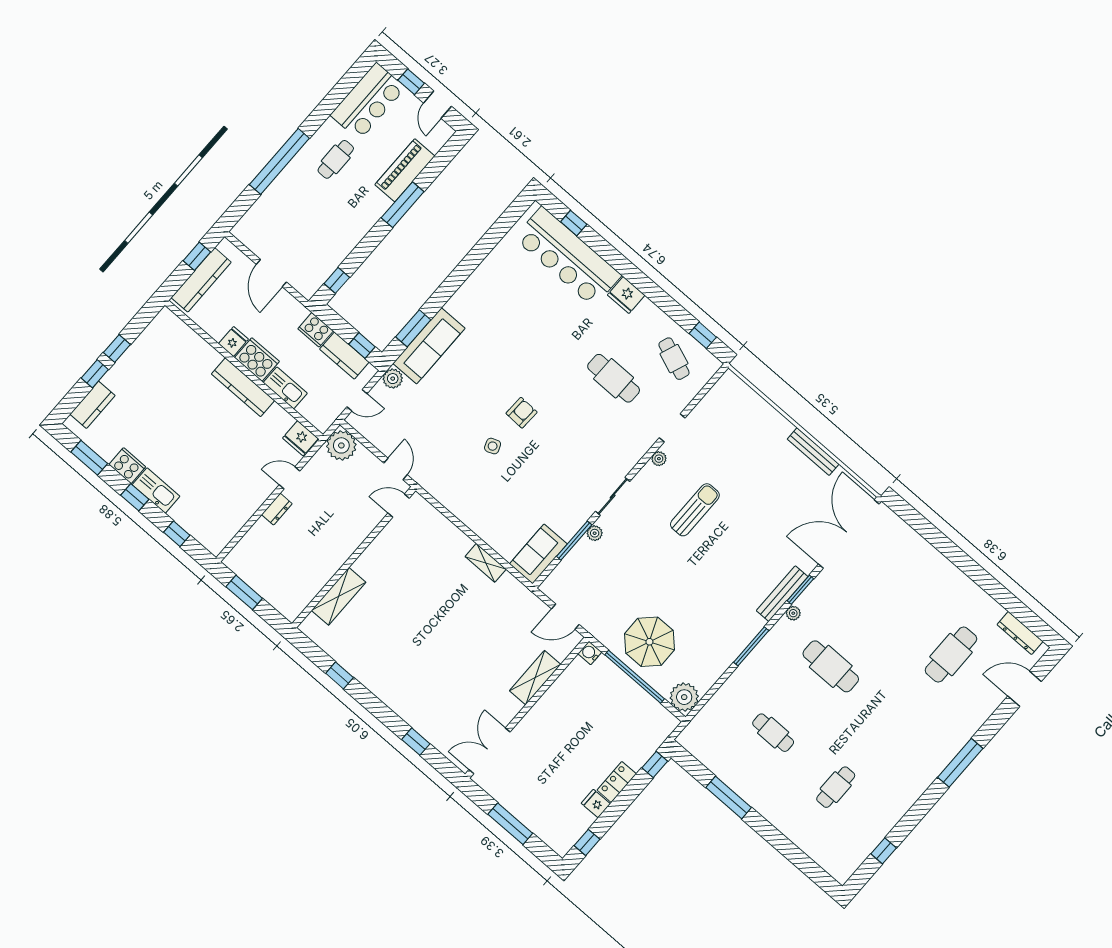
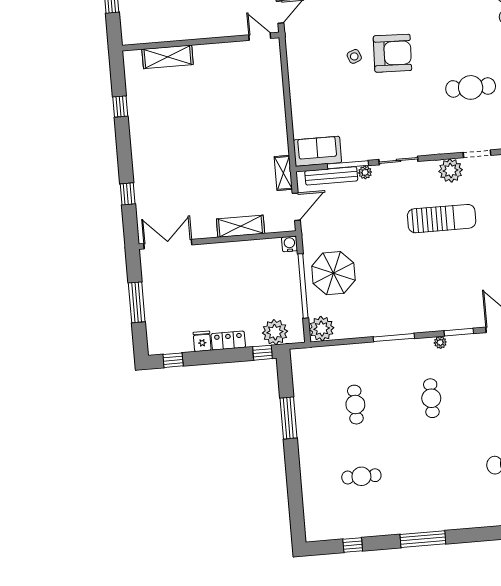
cafe table: (614, 378) -> (471, 87), turned 90
armchair: (522, 413) -> (392, 53), width x1.88, depth x1.88
plant: (659, 459) -> (451, 171), width x1.88, depth x1.88
sun lounger: (695, 510) -> (442, 219), width x1.36, depth x1.34
shelving: (486, 563) -> (283, 173), moved
bench: (782, 594) -> (331, 176), moved
door: (565, 617) -> (296, 207), swing flipped
cafe table: (831, 666) -> (431, 398), width x0.73, depth x0.74
plant: (649, 737) -> (275, 332), added
window: (960, 763) -> (423, 539), moved

